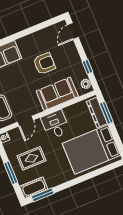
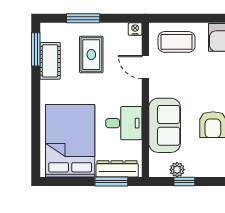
plant: (86, 84) -> (177, 170), moved
desk: (55, 125) -> (124, 123), moved
cot: (34, 188) -> (50, 61), moved

